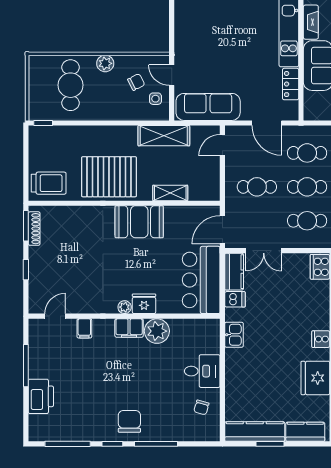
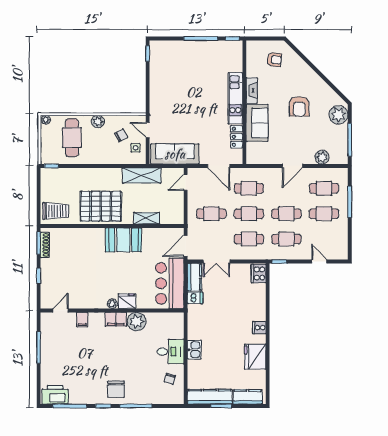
plant: (35, 61) -> (46, 120), added
kitchen sink: (234, 335) -> (194, 350), moved
printer: (41, 396) -> (55, 395), moved, turned -90
chair: (129, 421) -> (116, 389), turned 180

